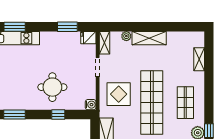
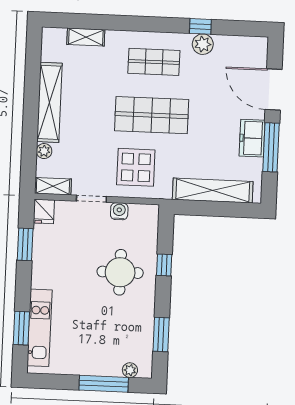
shelving: (149, 38) -> (49, 102), width x1.47
shop shelf: (152, 103) -> (152, 115), width x0.71
water cooler: (91, 105) -> (119, 211), moved

